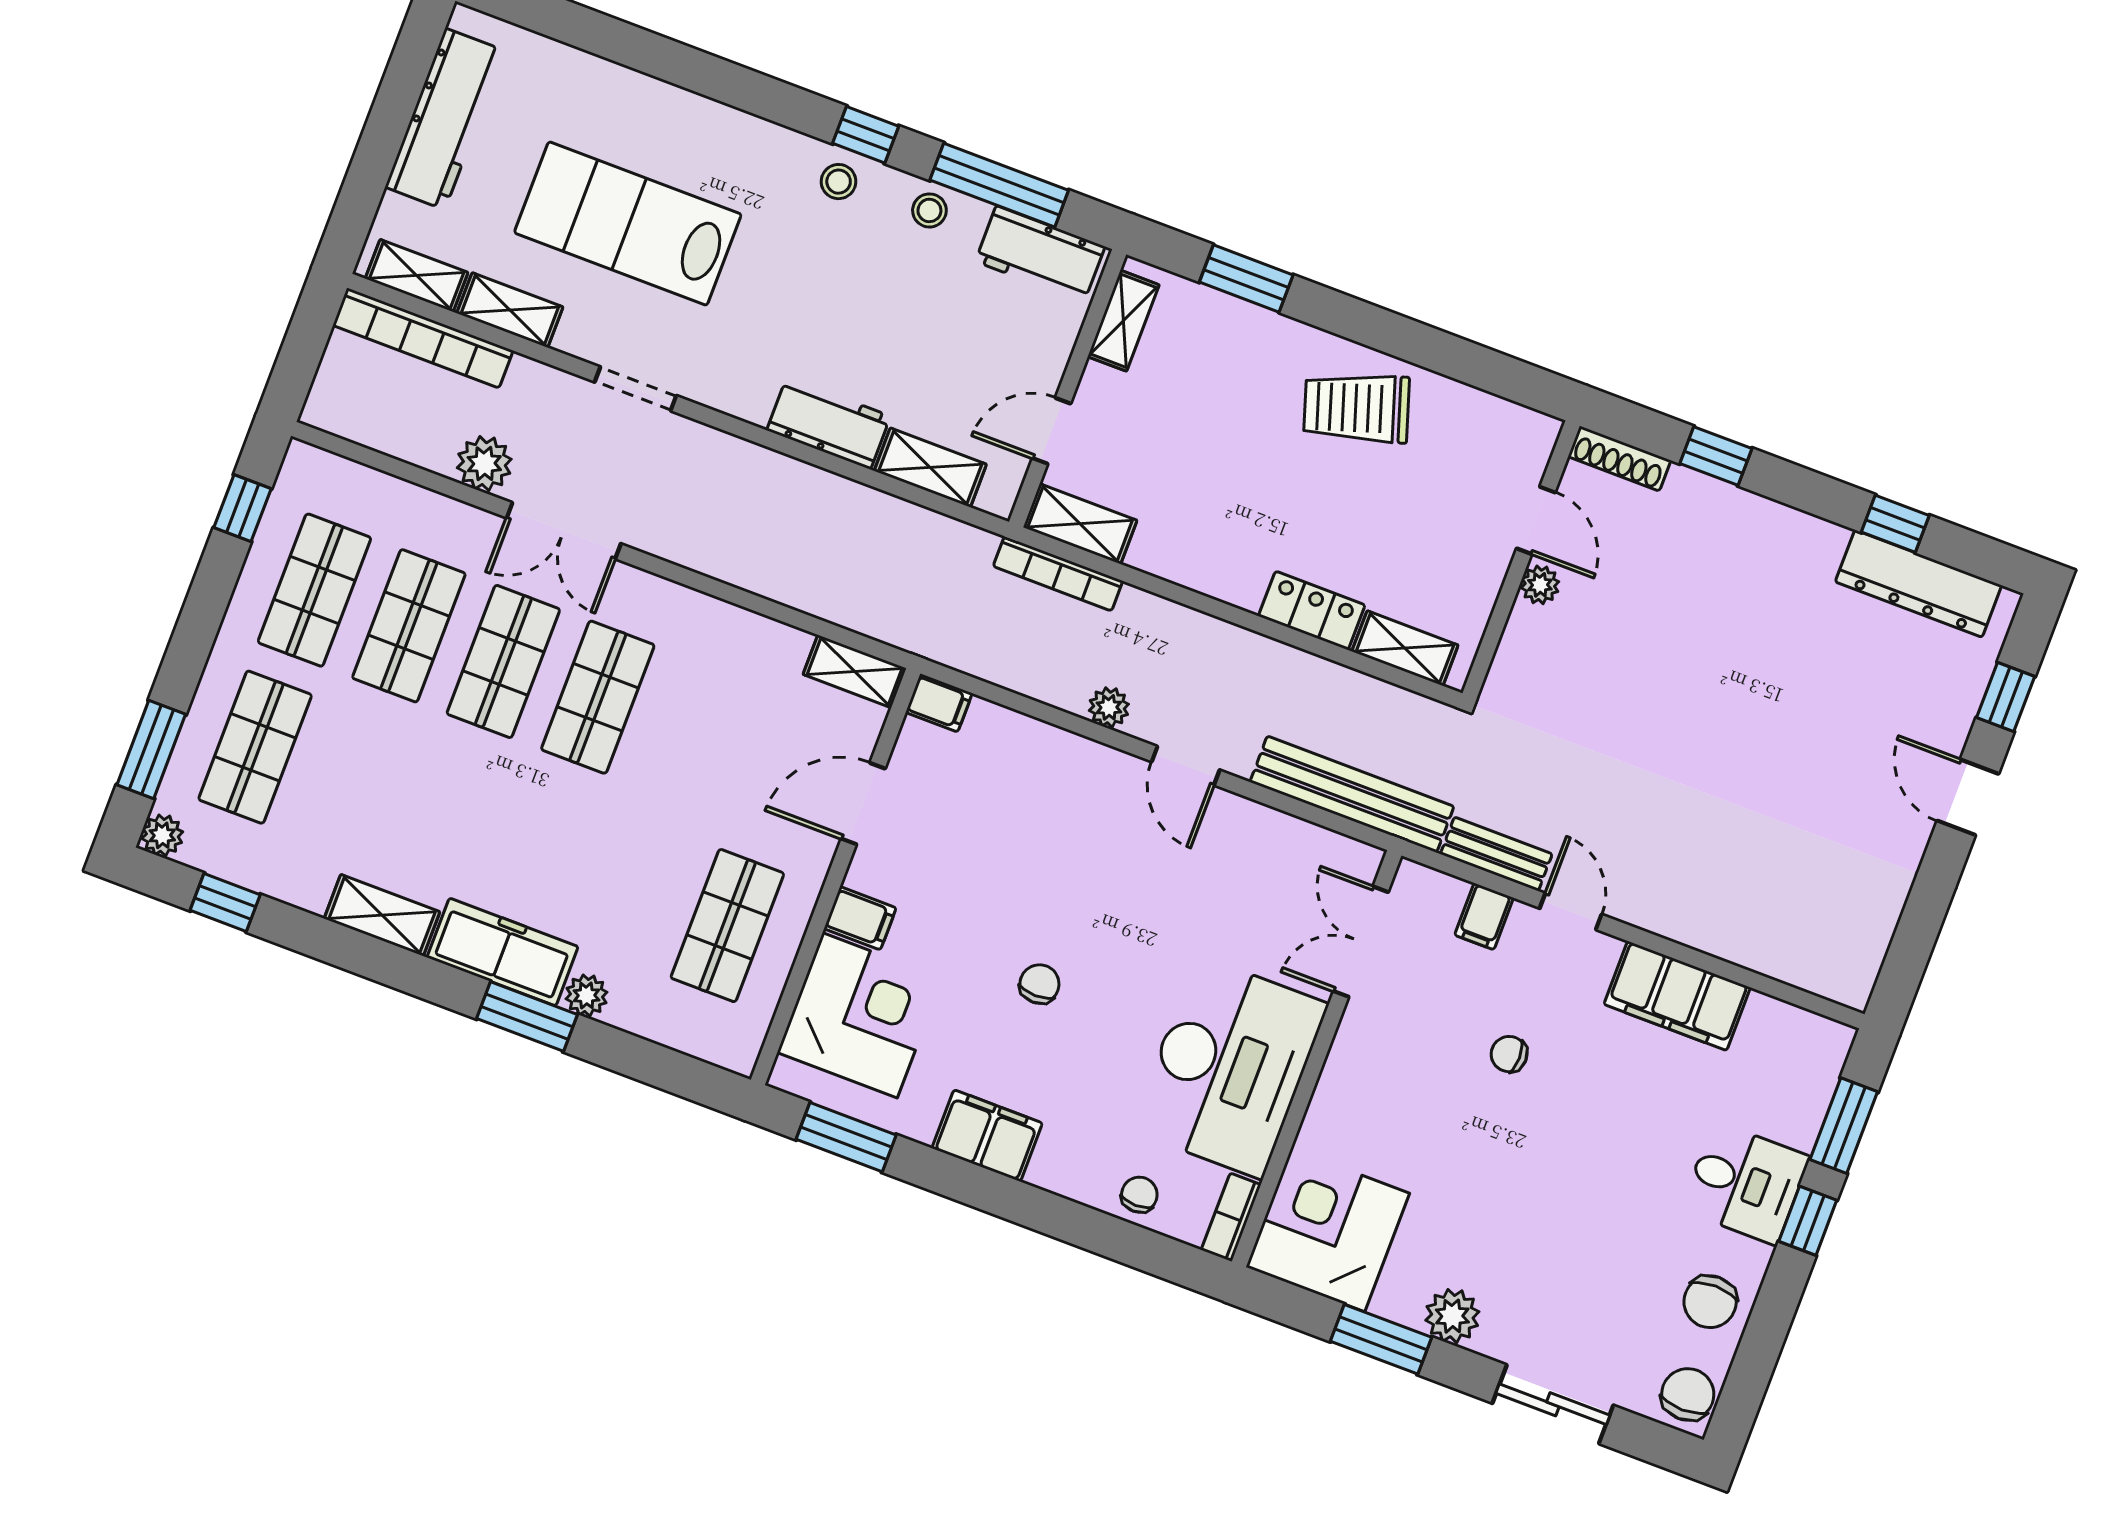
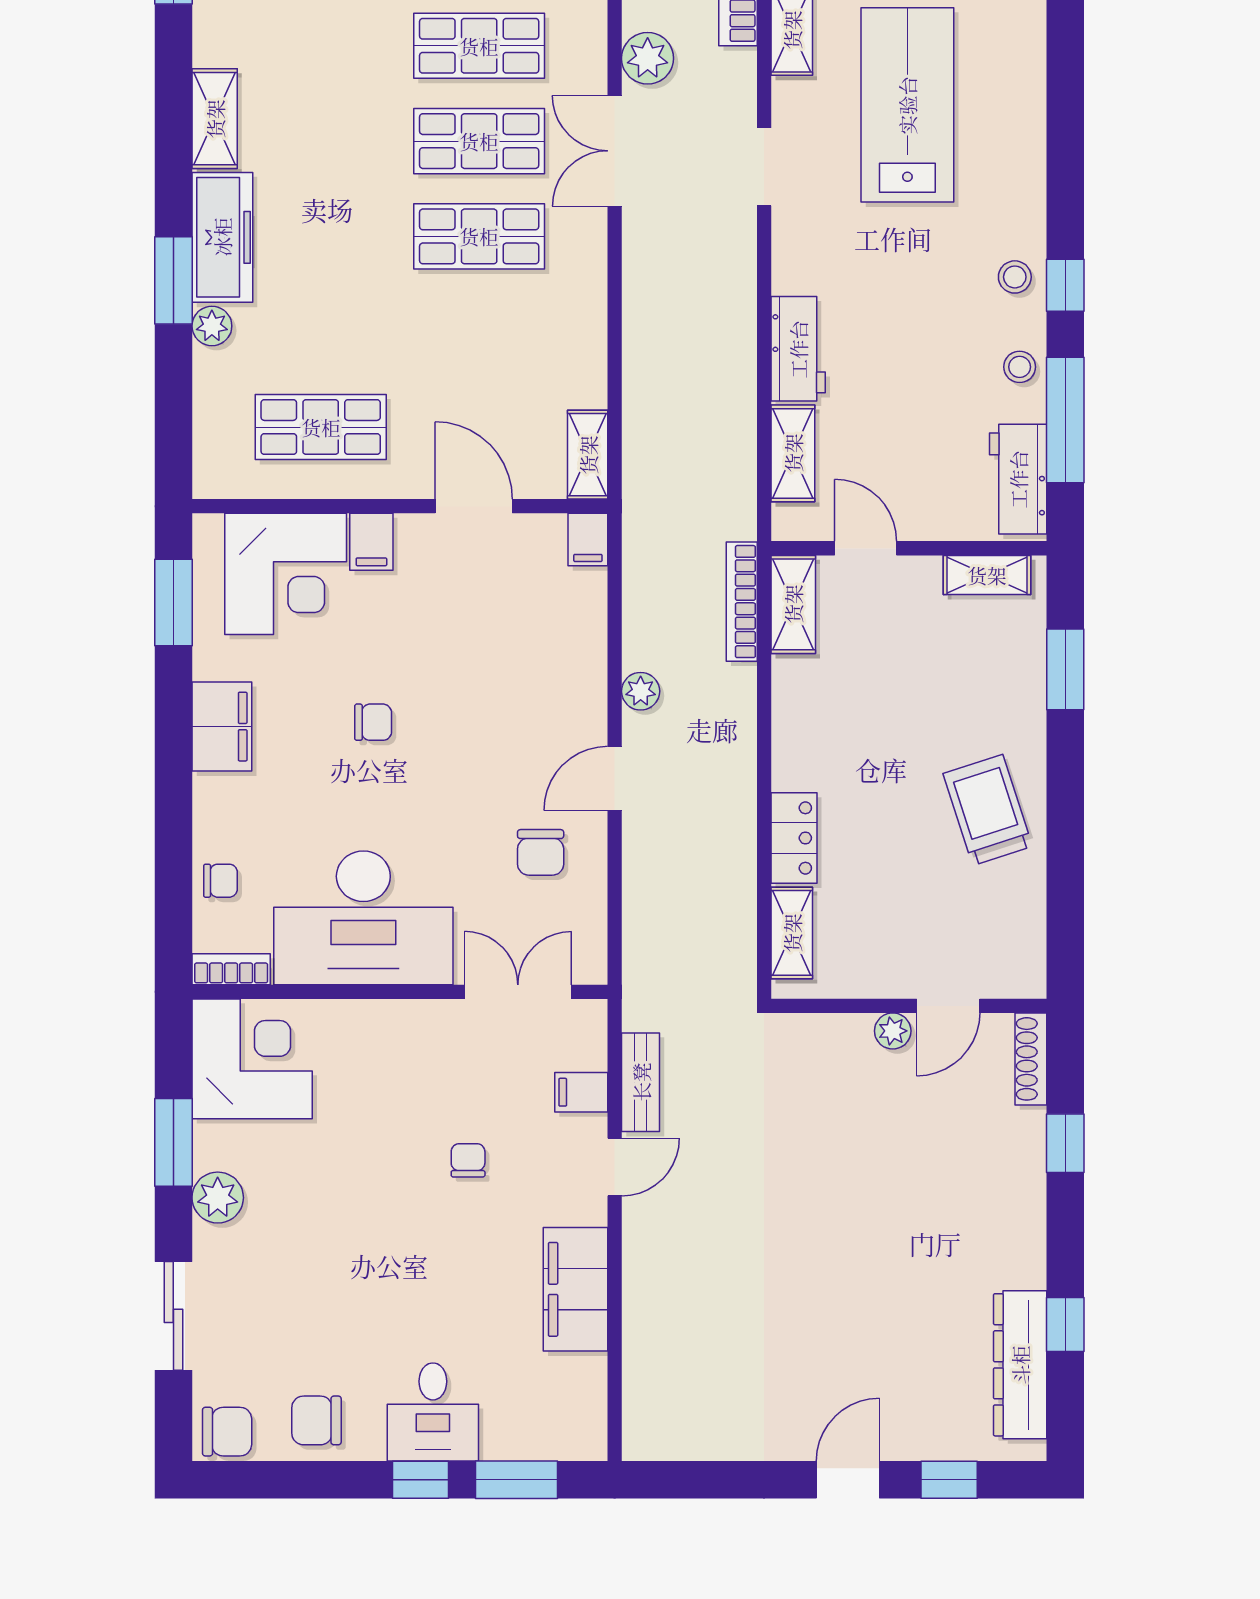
bench: (1352, 794) -> (645, 935), removed
chair: (1231, 867) -> (541, 852), added

